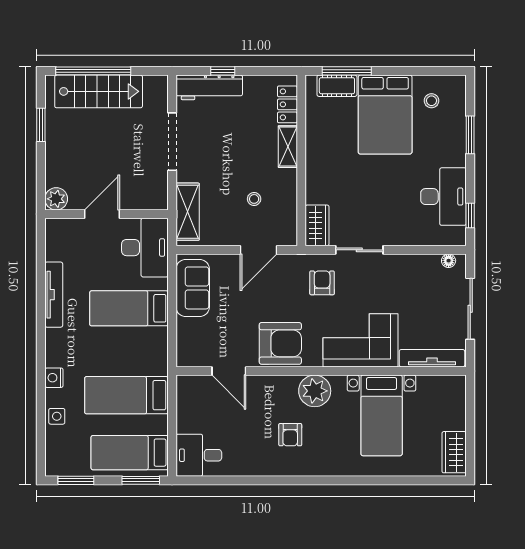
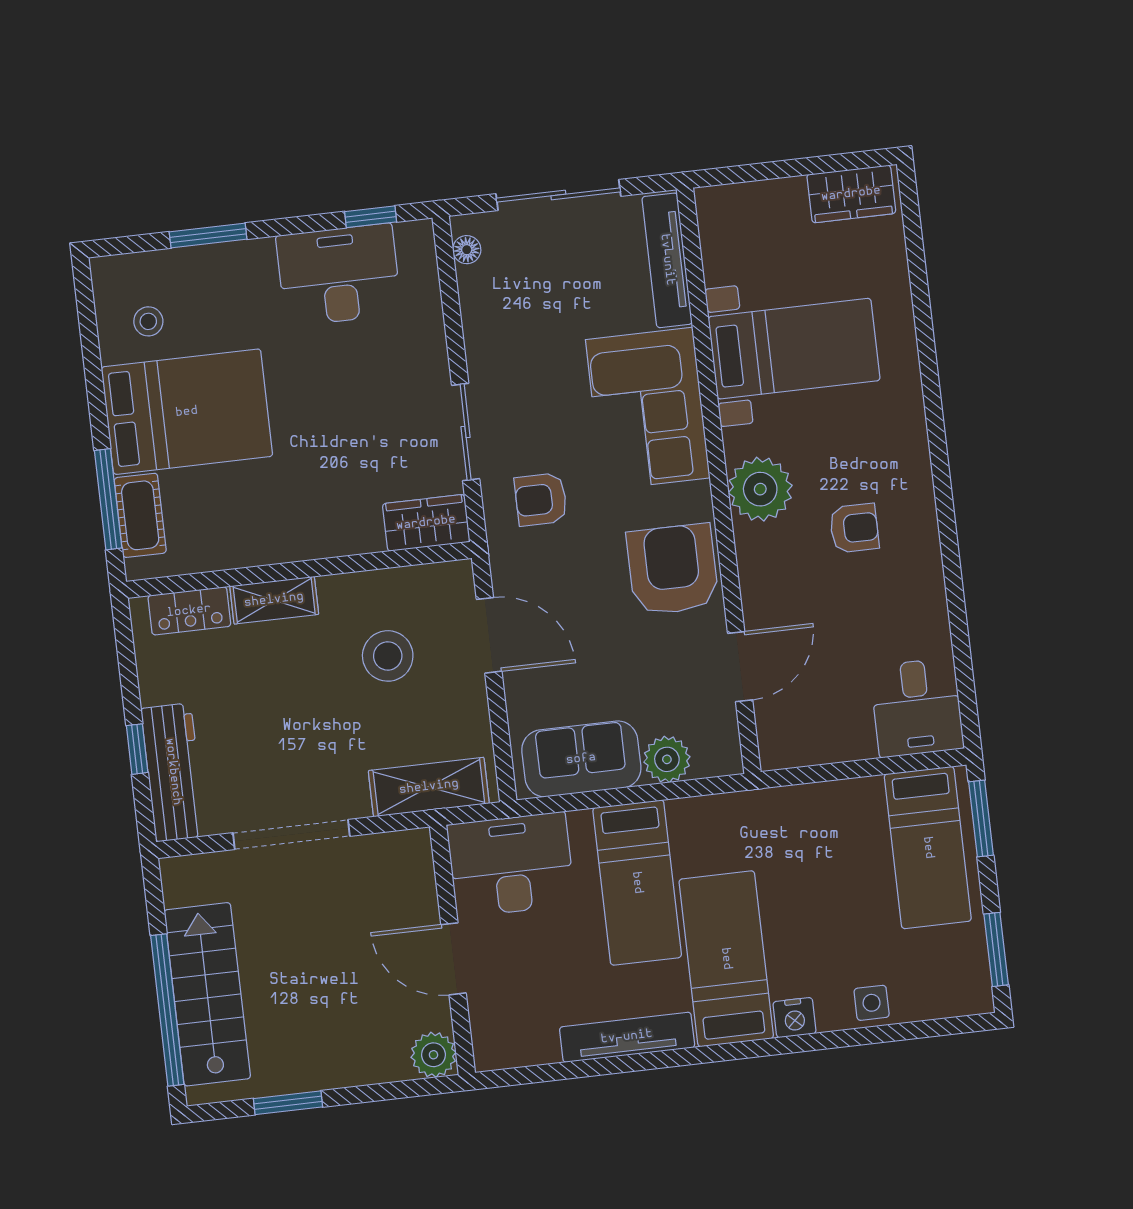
stool: (254, 199) -> (388, 656), width x1.89, depth x1.89
plant: (188, 330) -> (667, 759), added
bed: (126, 395) -> (726, 959), moved, turned 180

